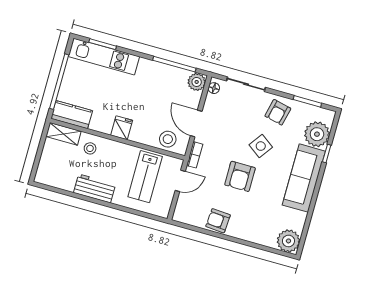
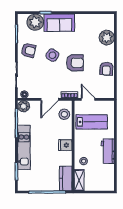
kitchen unit: (104, 57) -> (24, 147), moved
sofa: (304, 178) -> (59, 23), width x0.73
plant: (288, 241) -> (107, 38), moved

